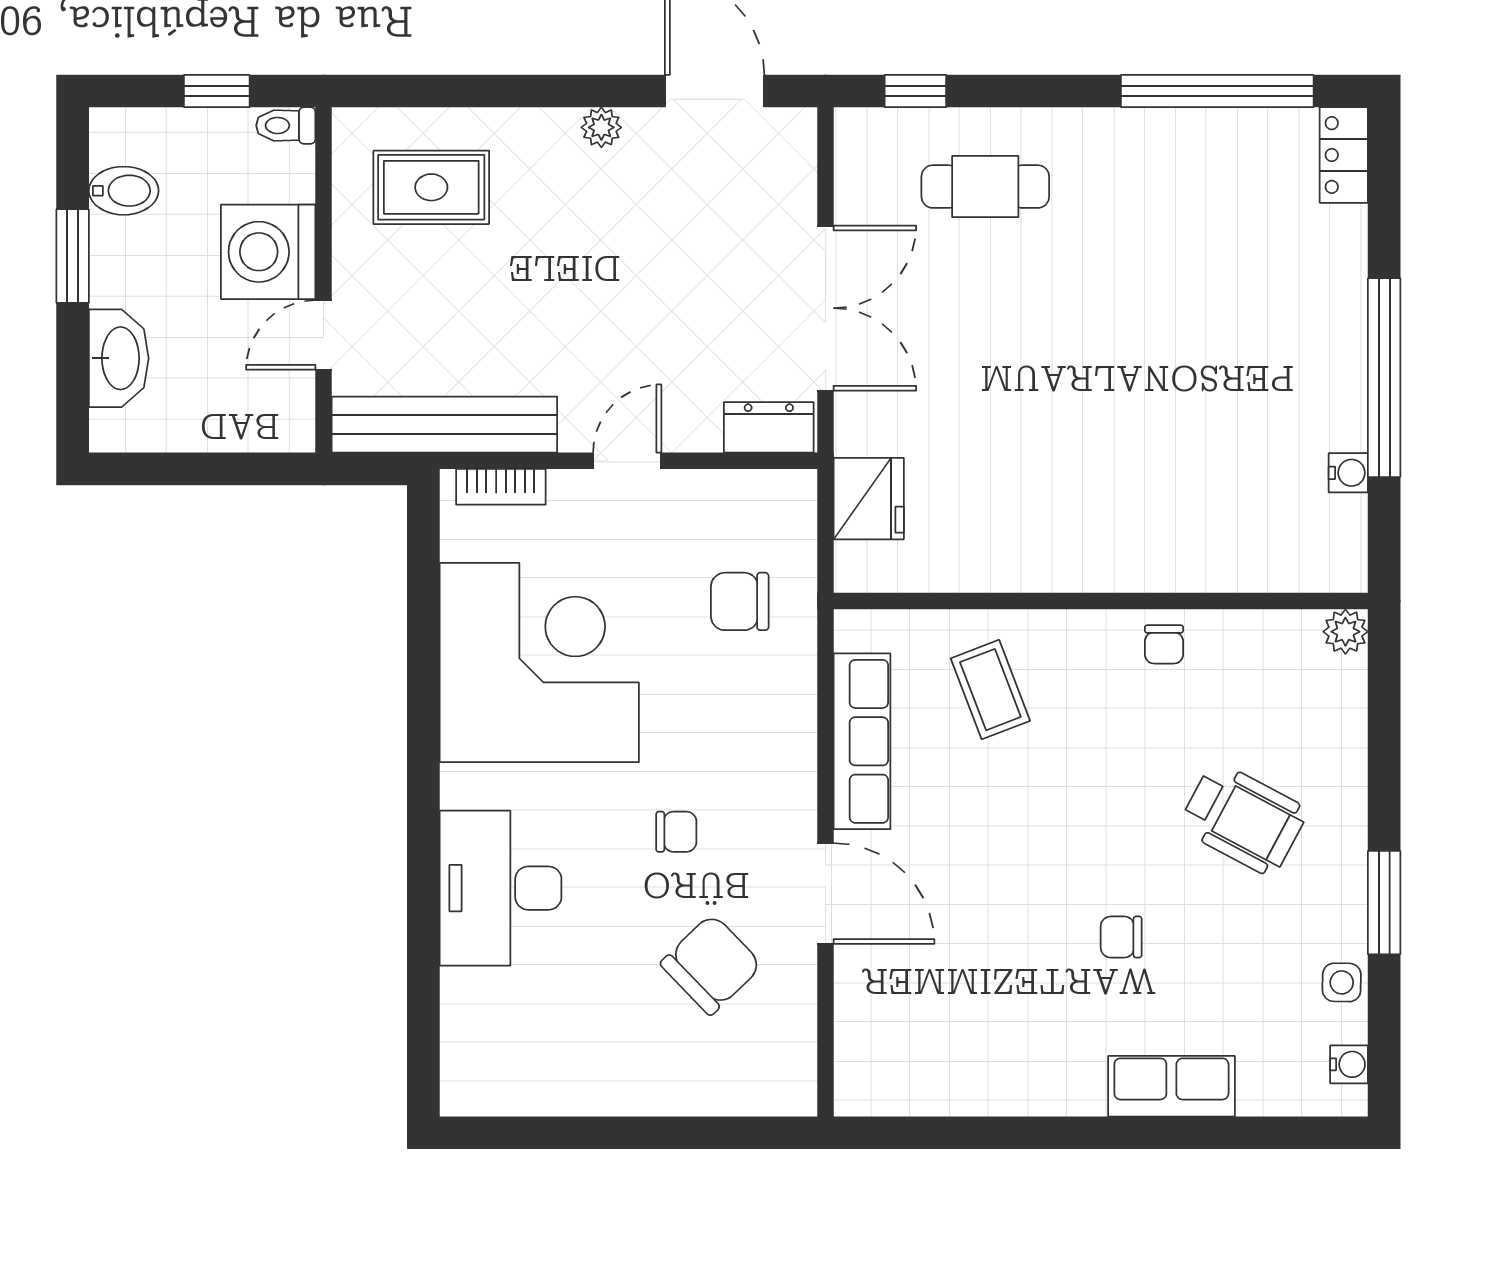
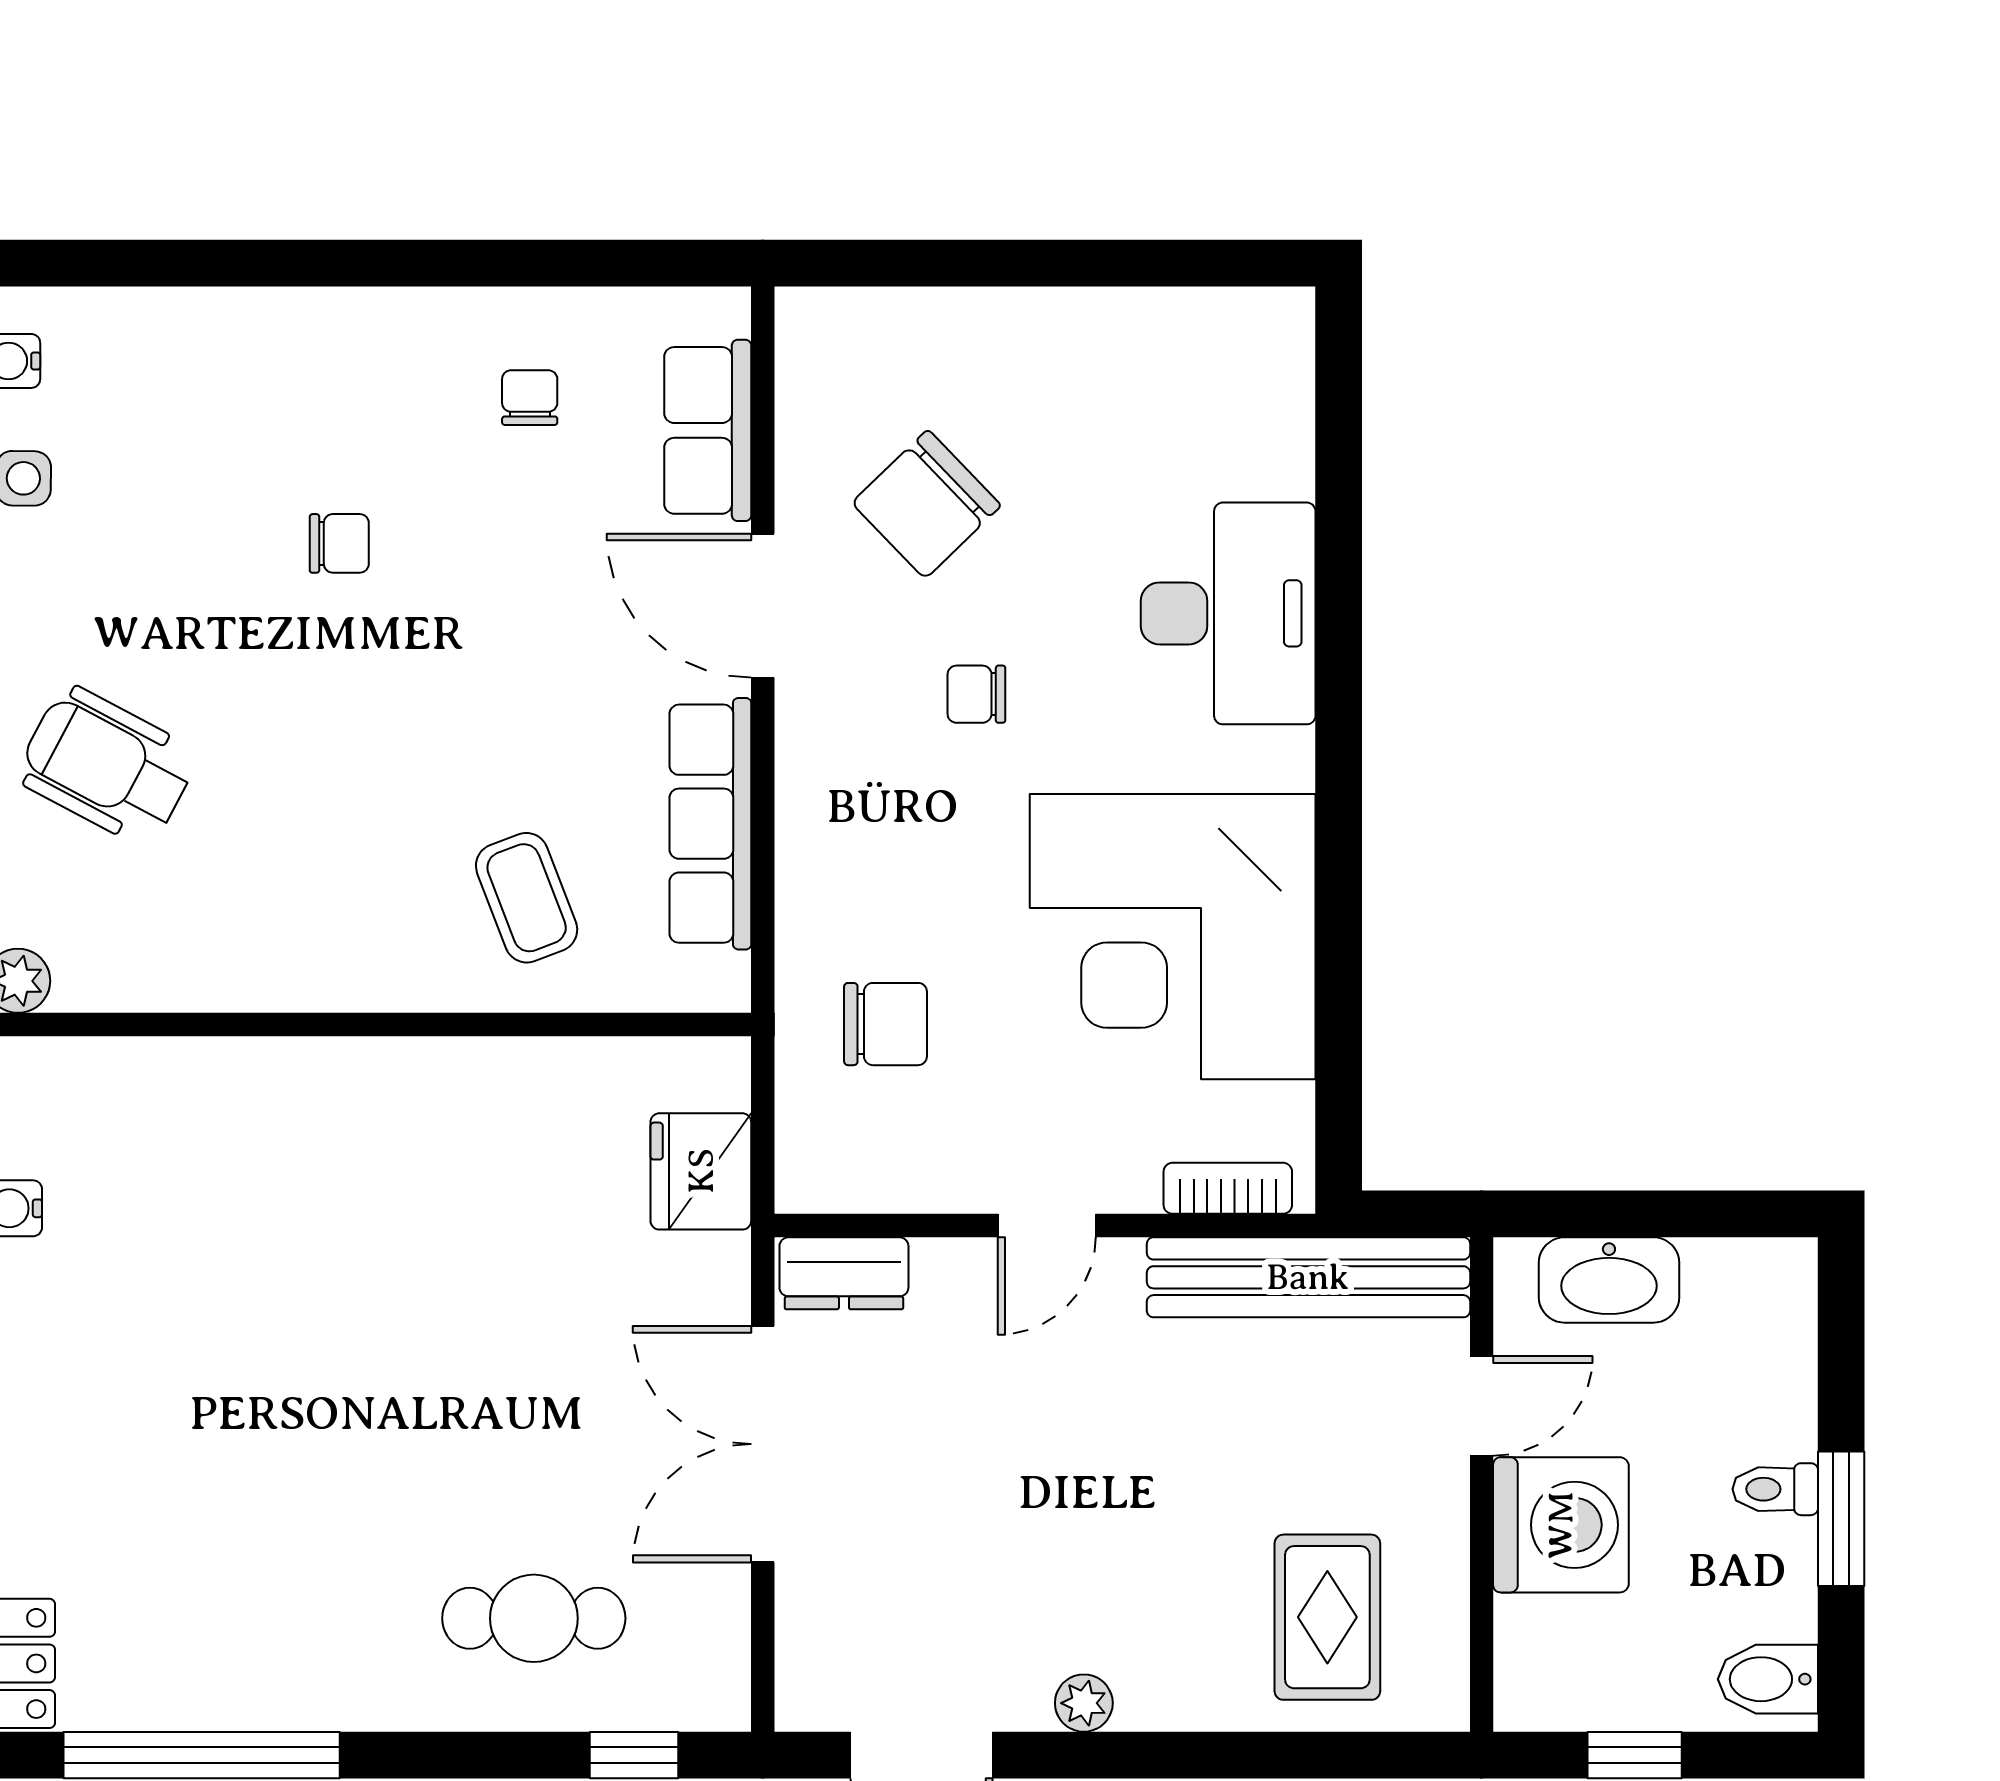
toilet: (286, 125) -> (1775, 1489), moved, turned 180
rug: (431, 187) -> (1327, 1617), turned 90
bidet: (124, 191) -> (1768, 1679), moved
washbasin: (119, 358) -> (1609, 1280), moved, turned -90
chair: (1164, 644) -> (530, 398), moved
wheelchair: (1243, 819) -> (107, 766), moved
row of seats: (1171, 1086) -> (708, 430), moved, turned 90

